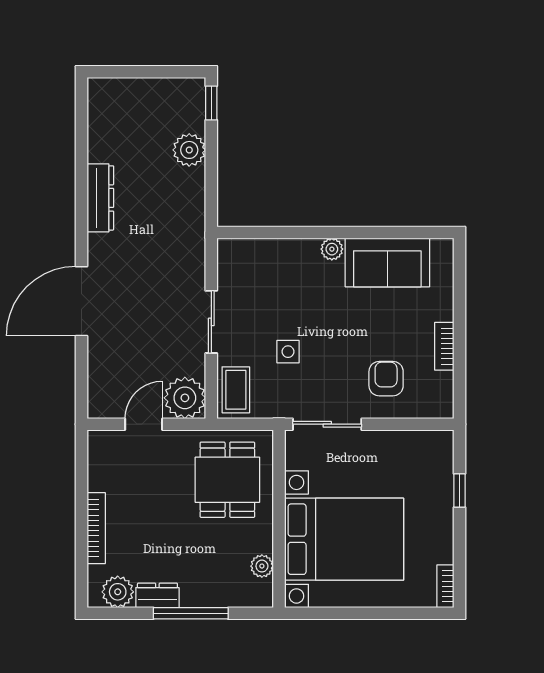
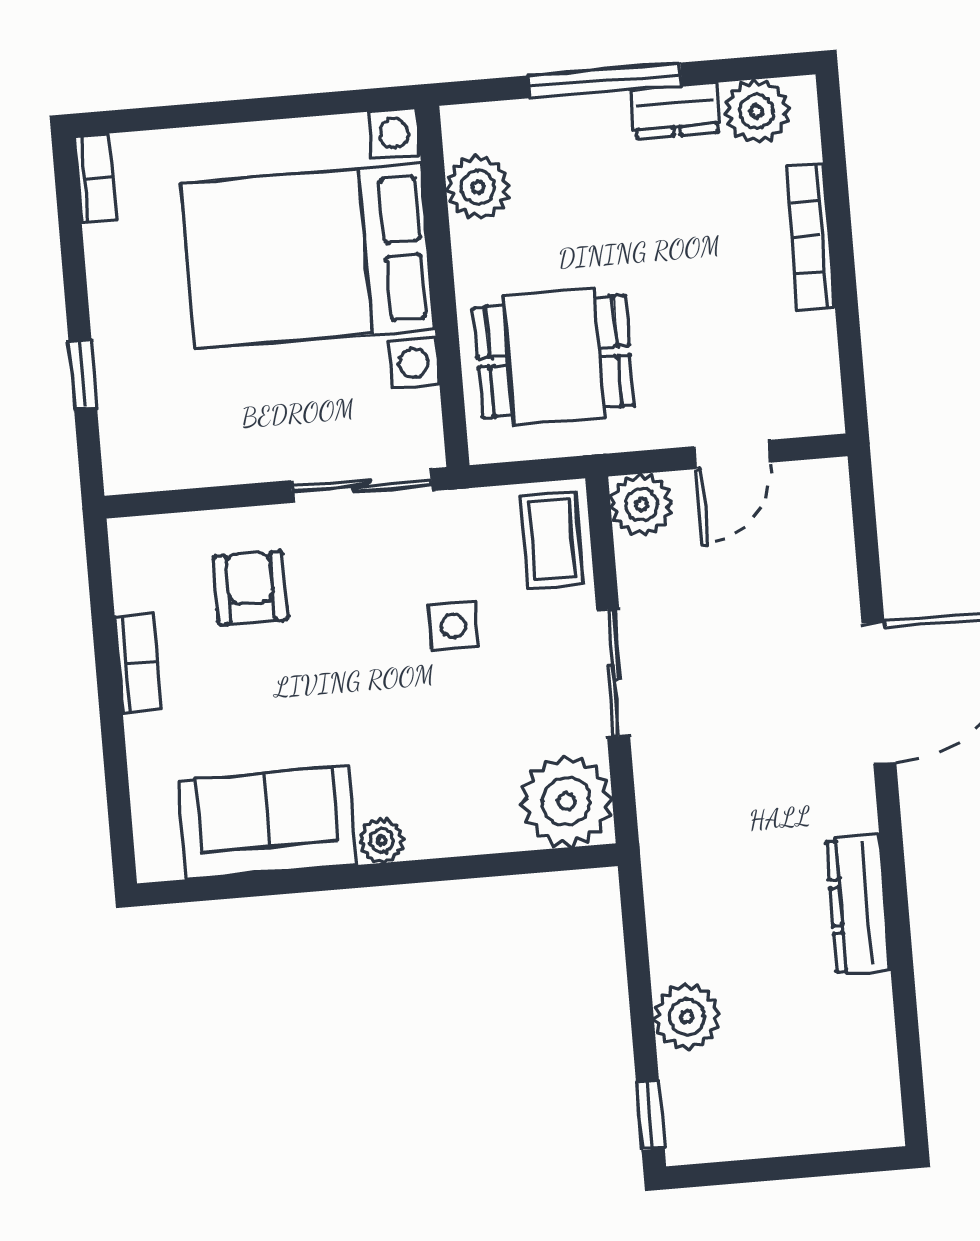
plant: (239, 261) -> (566, 801), added
armchair: (386, 379) -> (250, 588), turned 180
plant: (185, 398) -> (641, 505), width x0.73, depth x0.73
dining table: (227, 480) -> (554, 357), turned 90
plant: (262, 566) -> (478, 187), width x1.38, depth x1.38

